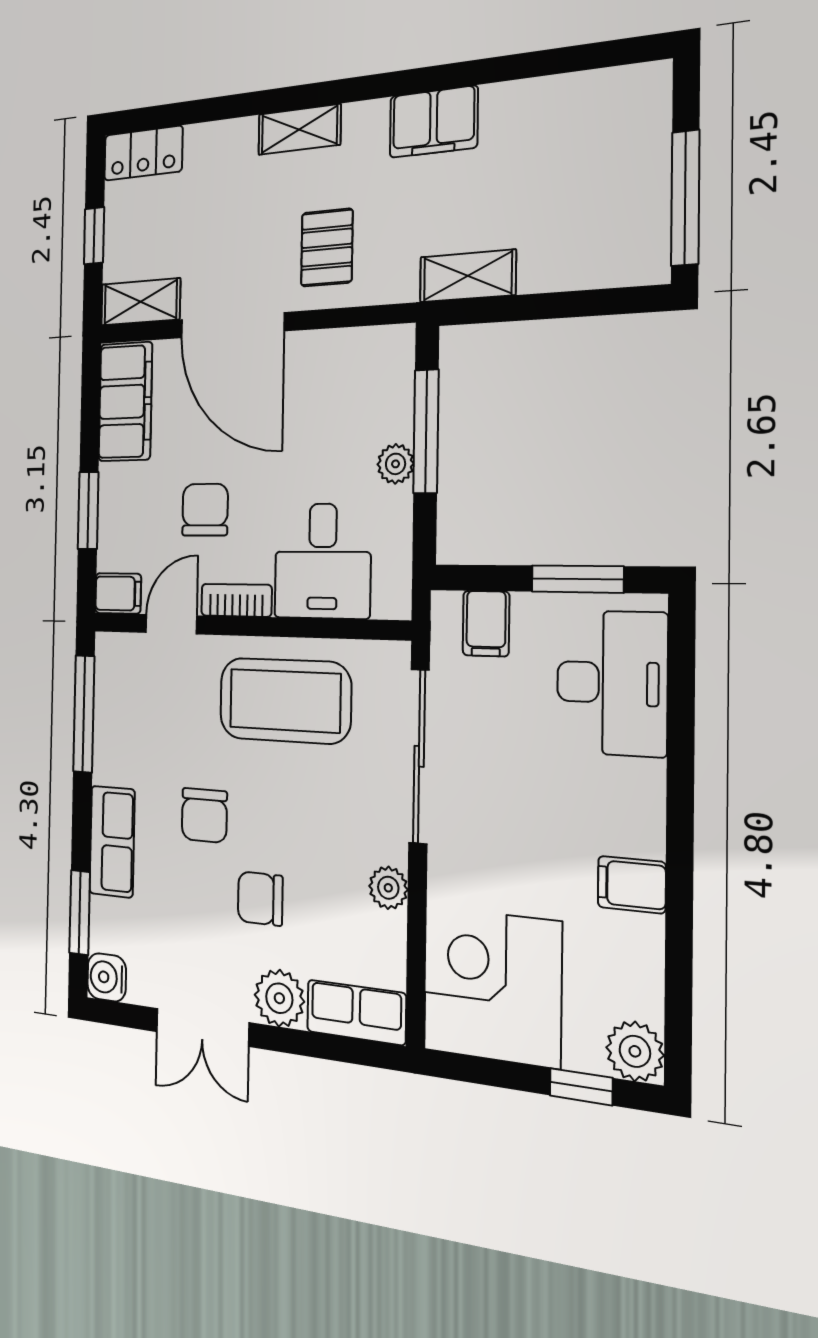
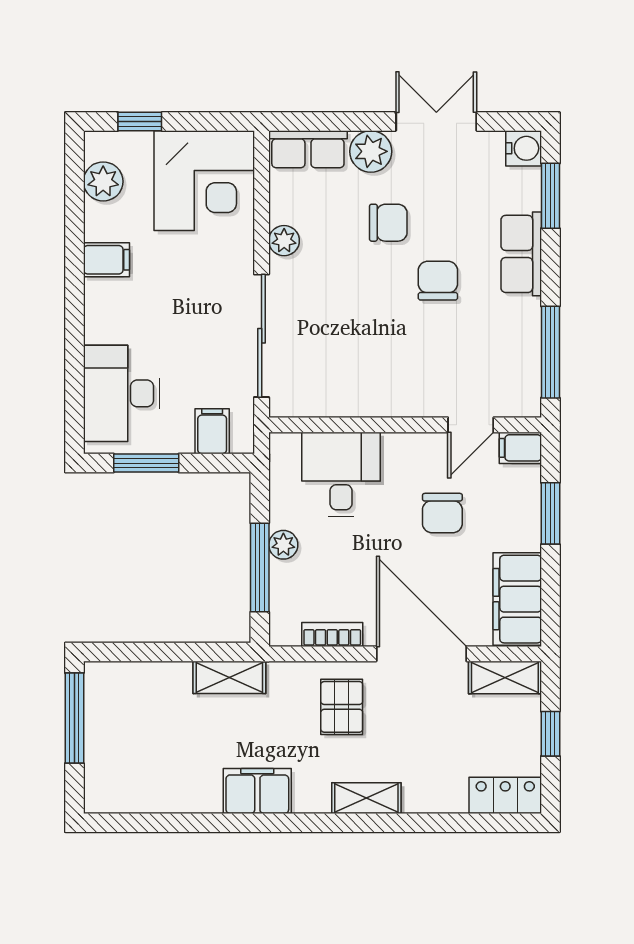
bookcase: (236, 600) -> (332, 634), moved, turned 180
coffee table: (285, 701) -> (370, 370), removed
plant: (635, 1051) -> (103, 181), moved

